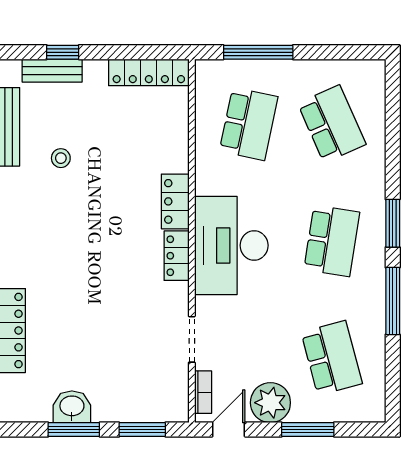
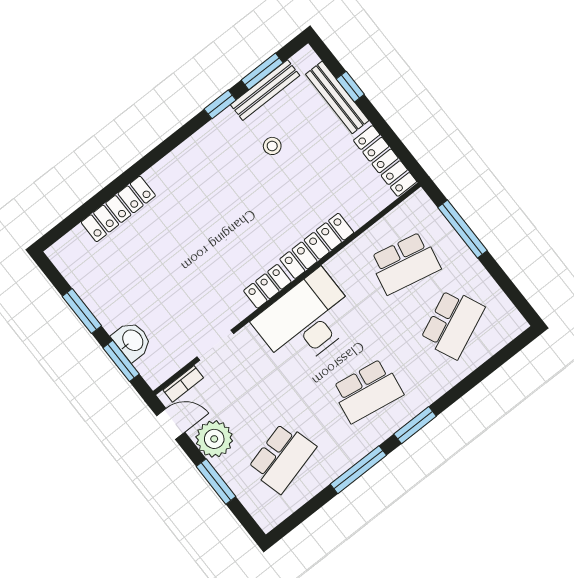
bench: (52, 71) -> (337, 97), width x1.36
locker: (175, 201) -> (317, 246), width x1.53
washbasin: (72, 407) -> (132, 341), moved

